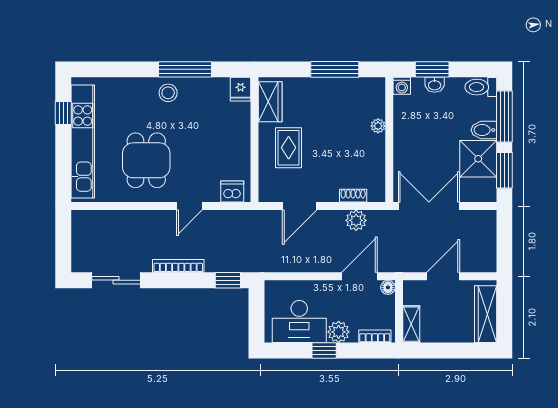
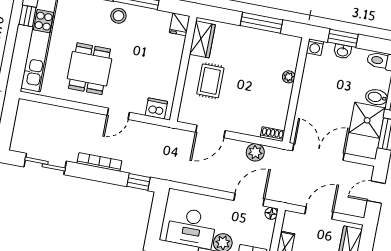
shoe rack: (353, 196) -> (272, 134), moved
door: (504, 240) -> (376, 192), added

